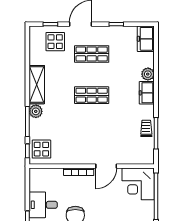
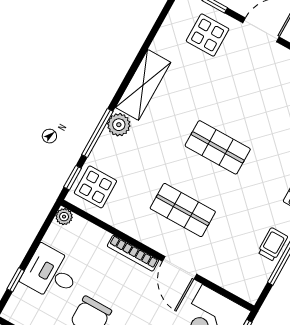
shop shelf: (92, 54) -> (183, 210), moved
door: (106, 166) -> (180, 268), hinge flipped
plant: (34, 173) -> (64, 217), added

